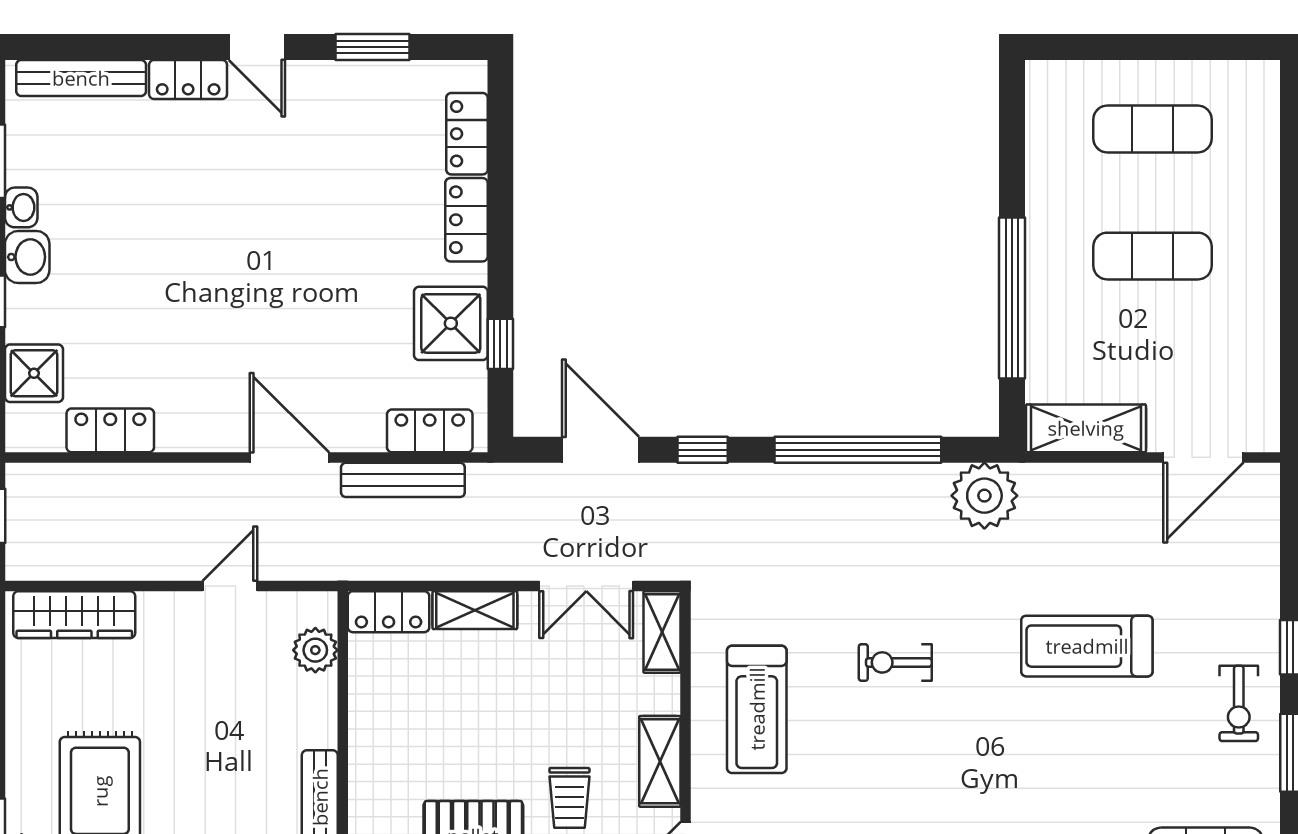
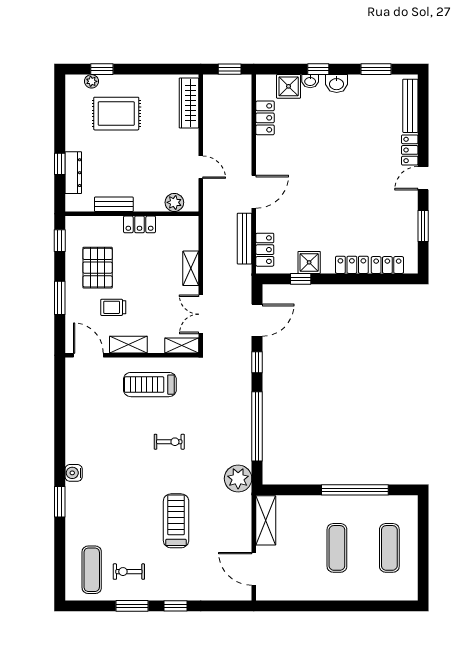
washbasin: (21, 207) -> (310, 81), moved
window: (1012, 298) -> (355, 490), moved
shower: (451, 323) -> (309, 262), width x0.73, depth x0.73
locker: (389, 612) -> (139, 224), moved, turned -90
exercise bike: (895, 662) -> (169, 442), turned 90
exercise bike: (1239, 703) -> (129, 572), moved

